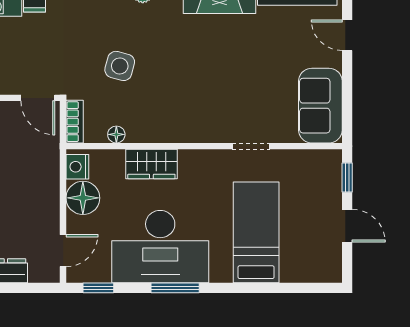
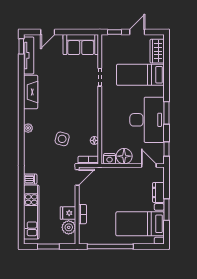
wardrobe: (151, 164) -> (157, 51), moved, turned 180

